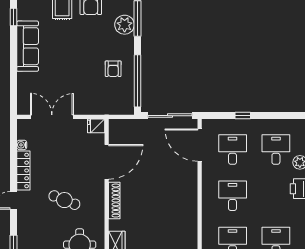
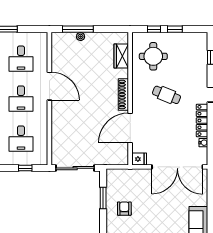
window: (138, 81) -> (103, 198), width x0.47
window: (243, 116) -> (25, 168), moved
double door: (52, 117) -> (177, 167), width x1.36
door: (200, 145) -> (49, 86), moved

